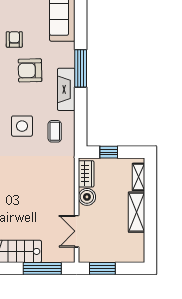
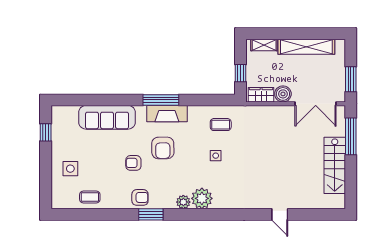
fireplace: (66, 89) -> (167, 114), moved
side table: (22, 126) -> (216, 156), width x0.54, depth x0.54
shelving: (137, 212) -> (306, 47), width x1.47
double door: (77, 231) -> (316, 104), width x1.37

